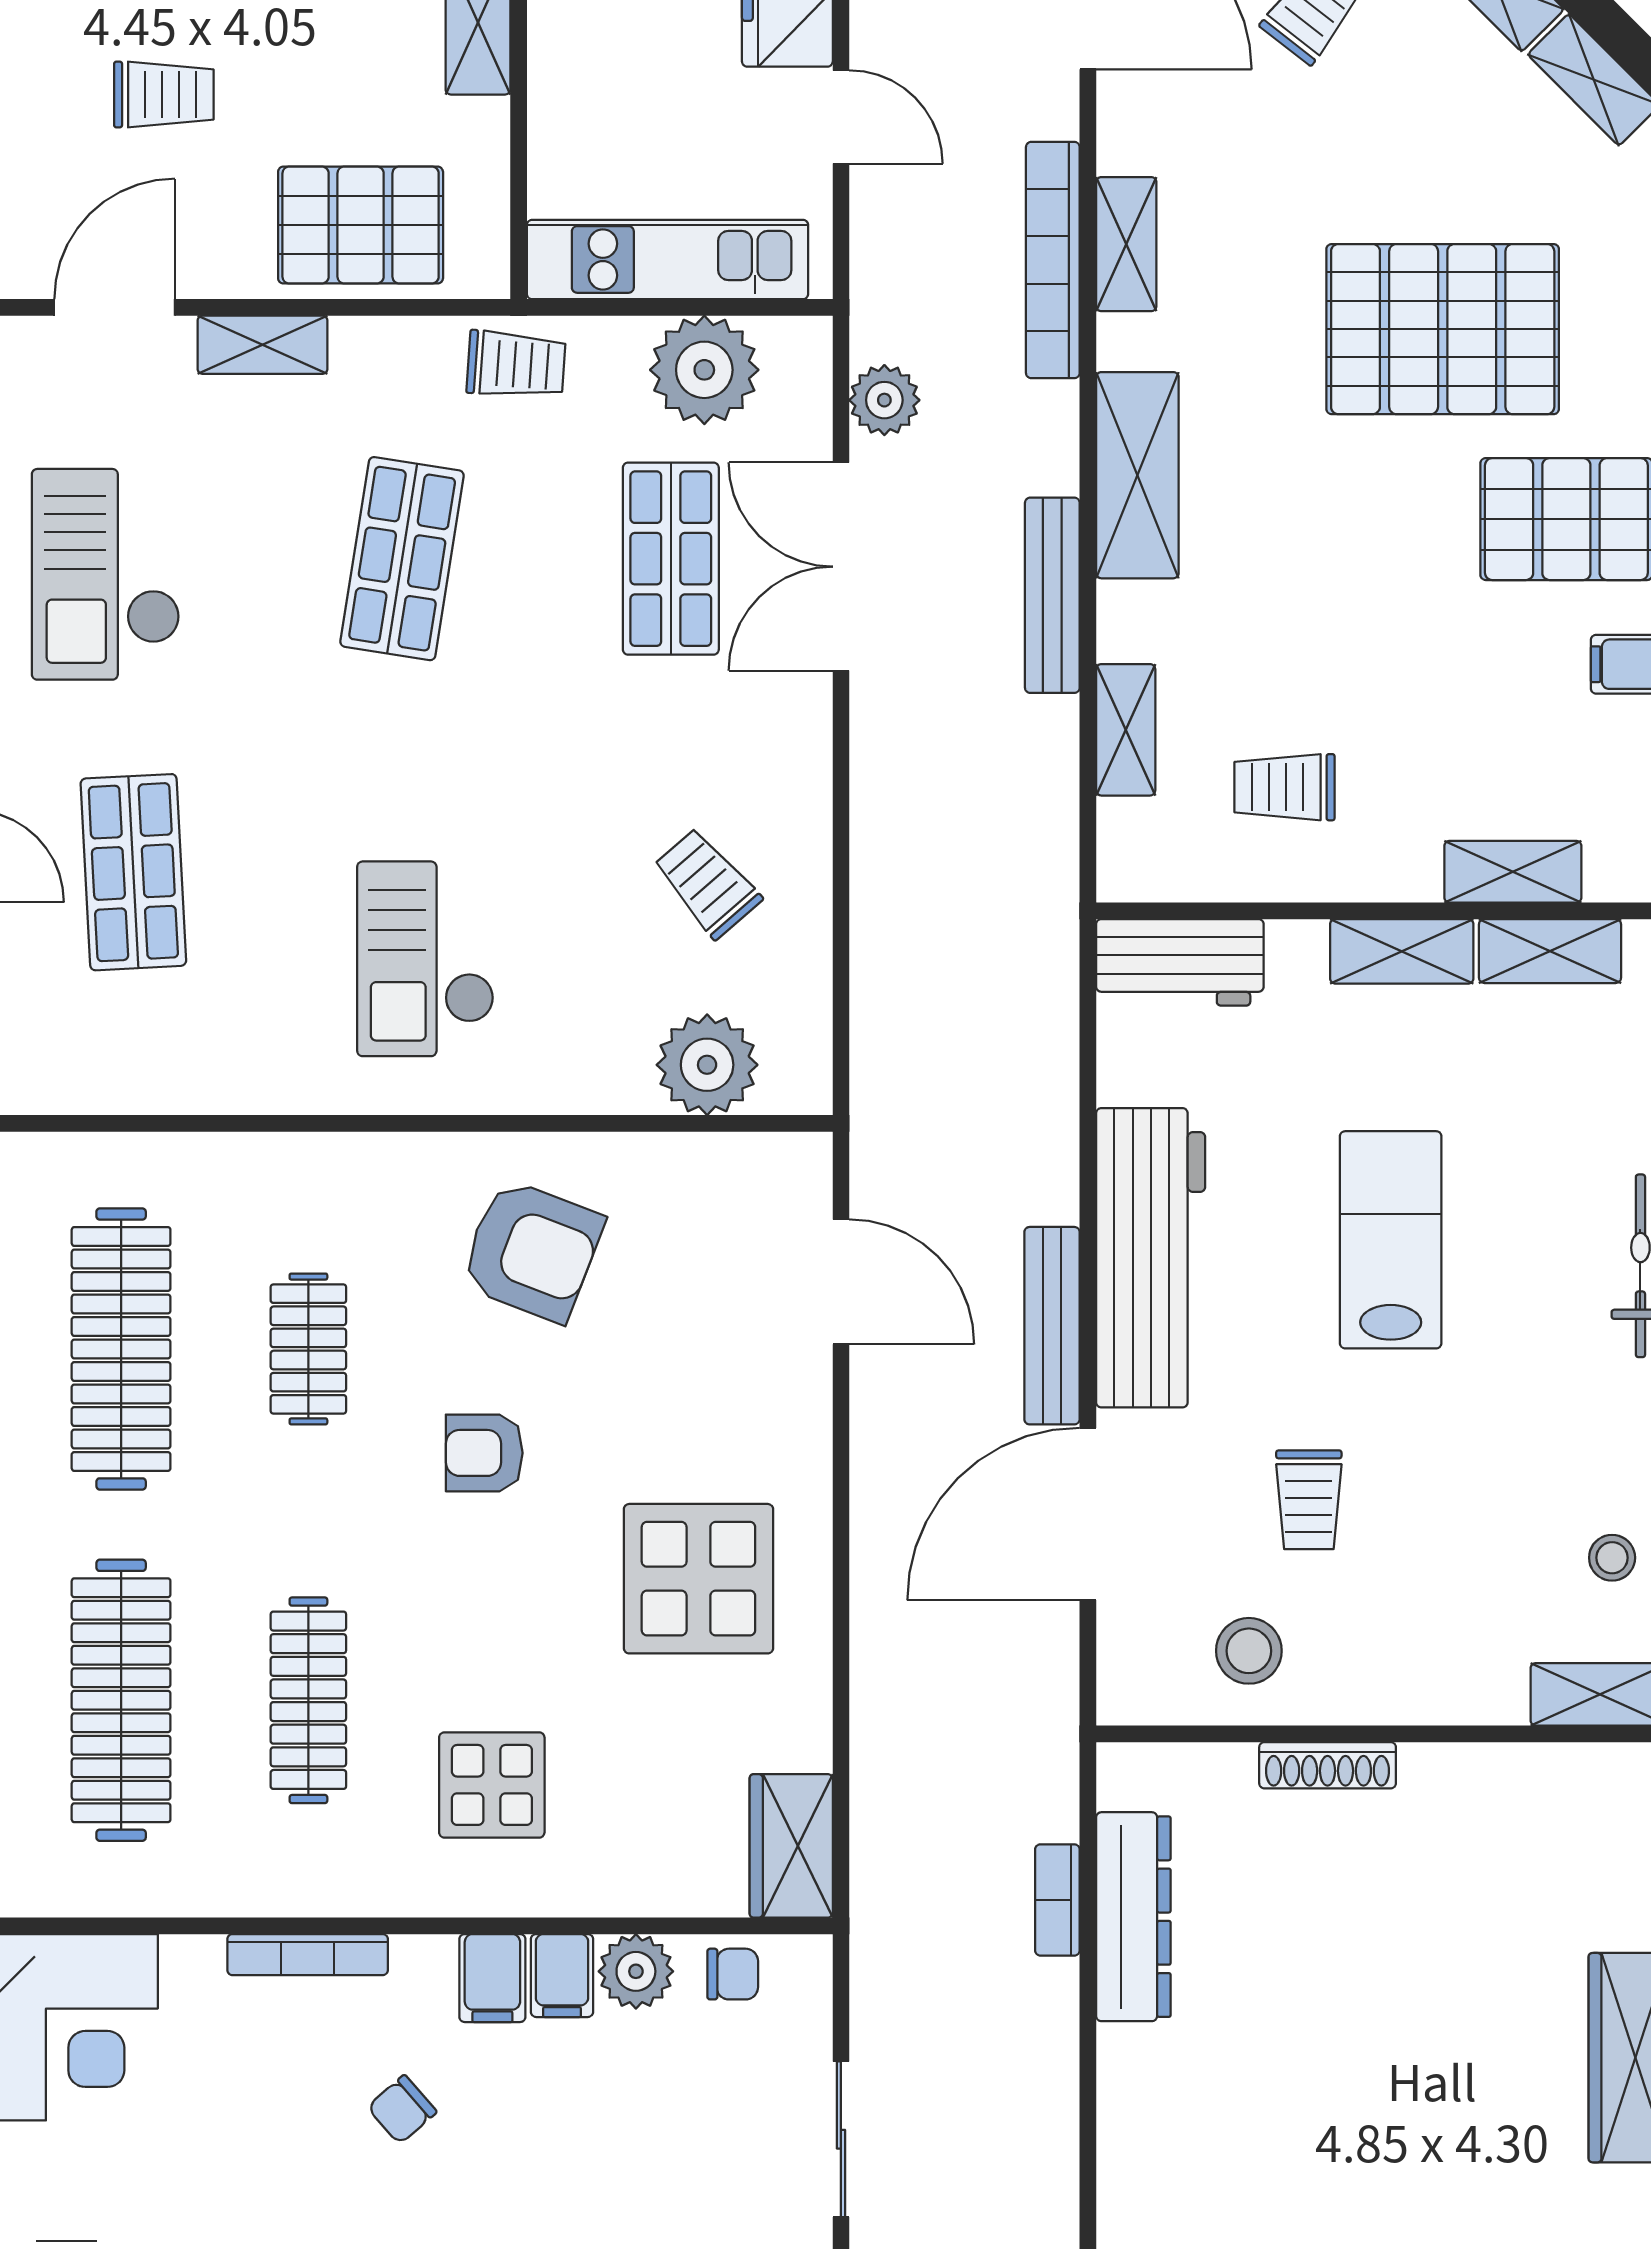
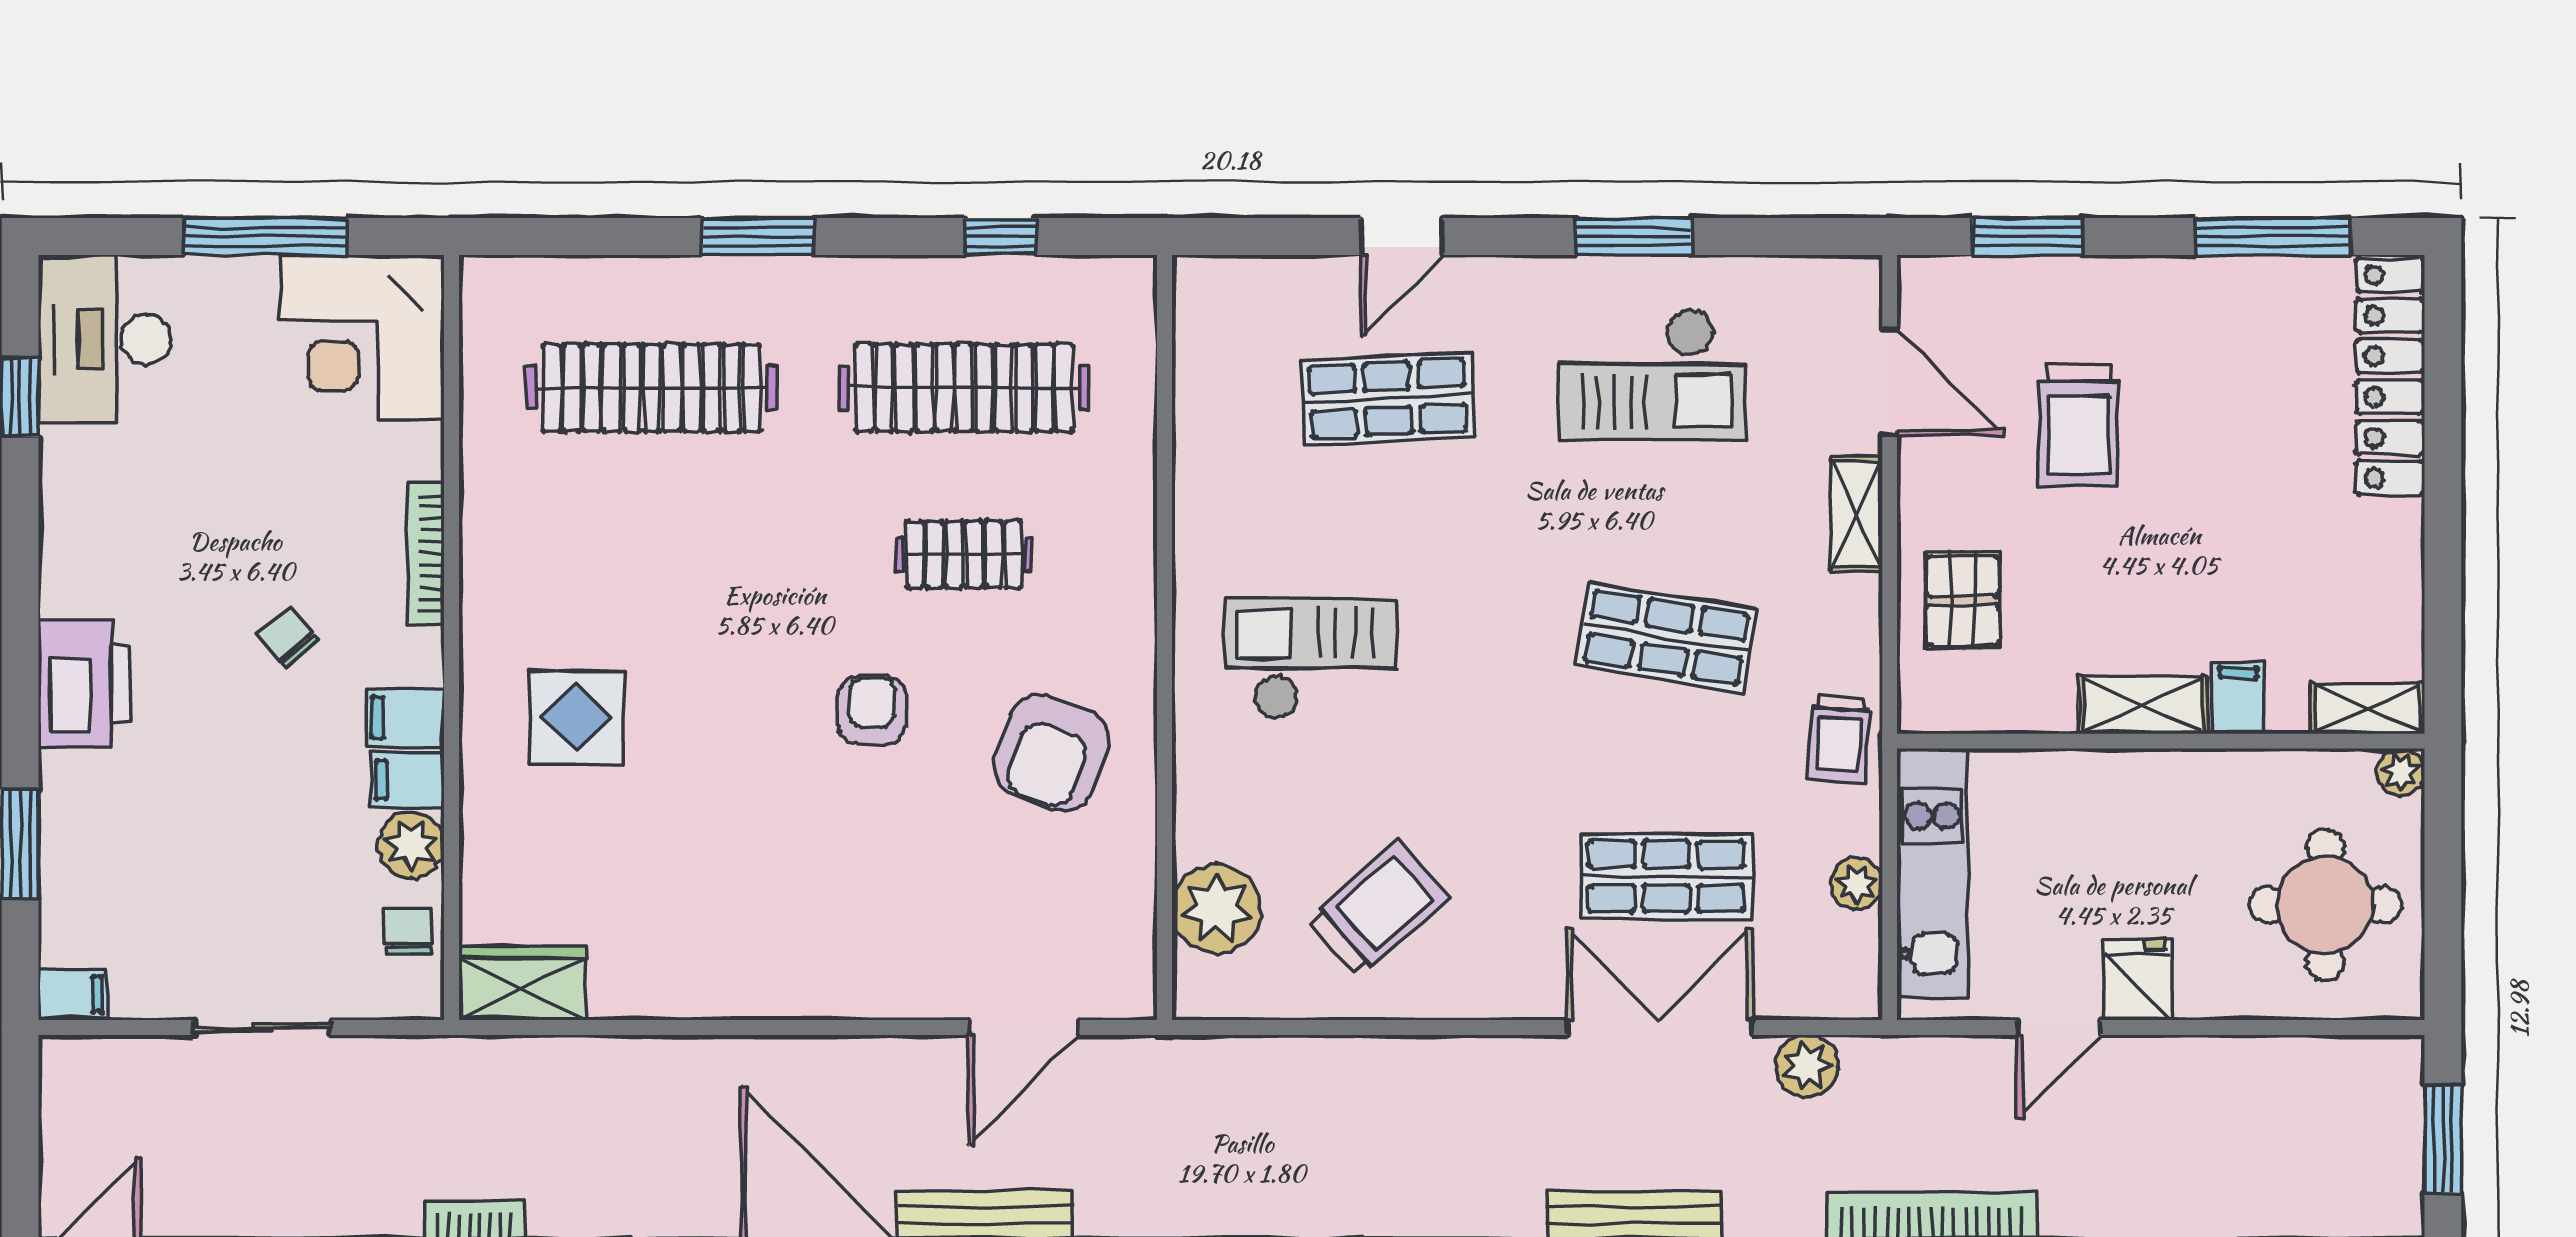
trolley: (164, 95) -> (2079, 426), width x1.36, depth x1.39
pallet: (361, 225) -> (1963, 601), width x0.67, depth x0.71
plant: (704, 370) -> (1857, 883), width x0.53, depth x0.53
checkout: (106, 574) -> (1652, 374), turned 180
trolley: (707, 883) -> (1378, 909), width x1.36, depth x1.39
display table: (698, 1579) -> (760, 901), removed
clothes rail: (308, 1700) -> (652, 554), removed
chair: (733, 1974) -> (409, 931), turned 180

